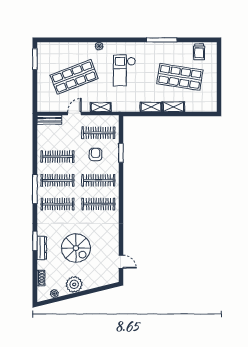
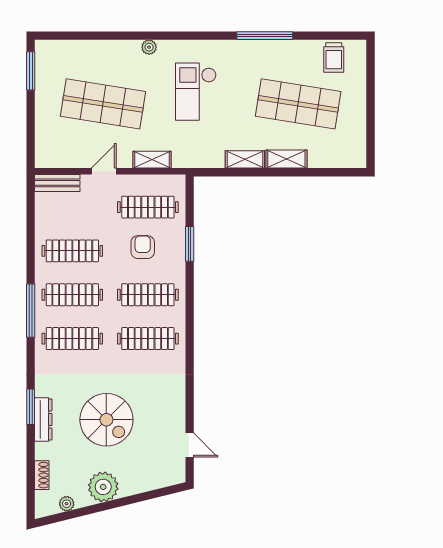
shop shelf: (74, 77) -> (103, 104), turned 30

